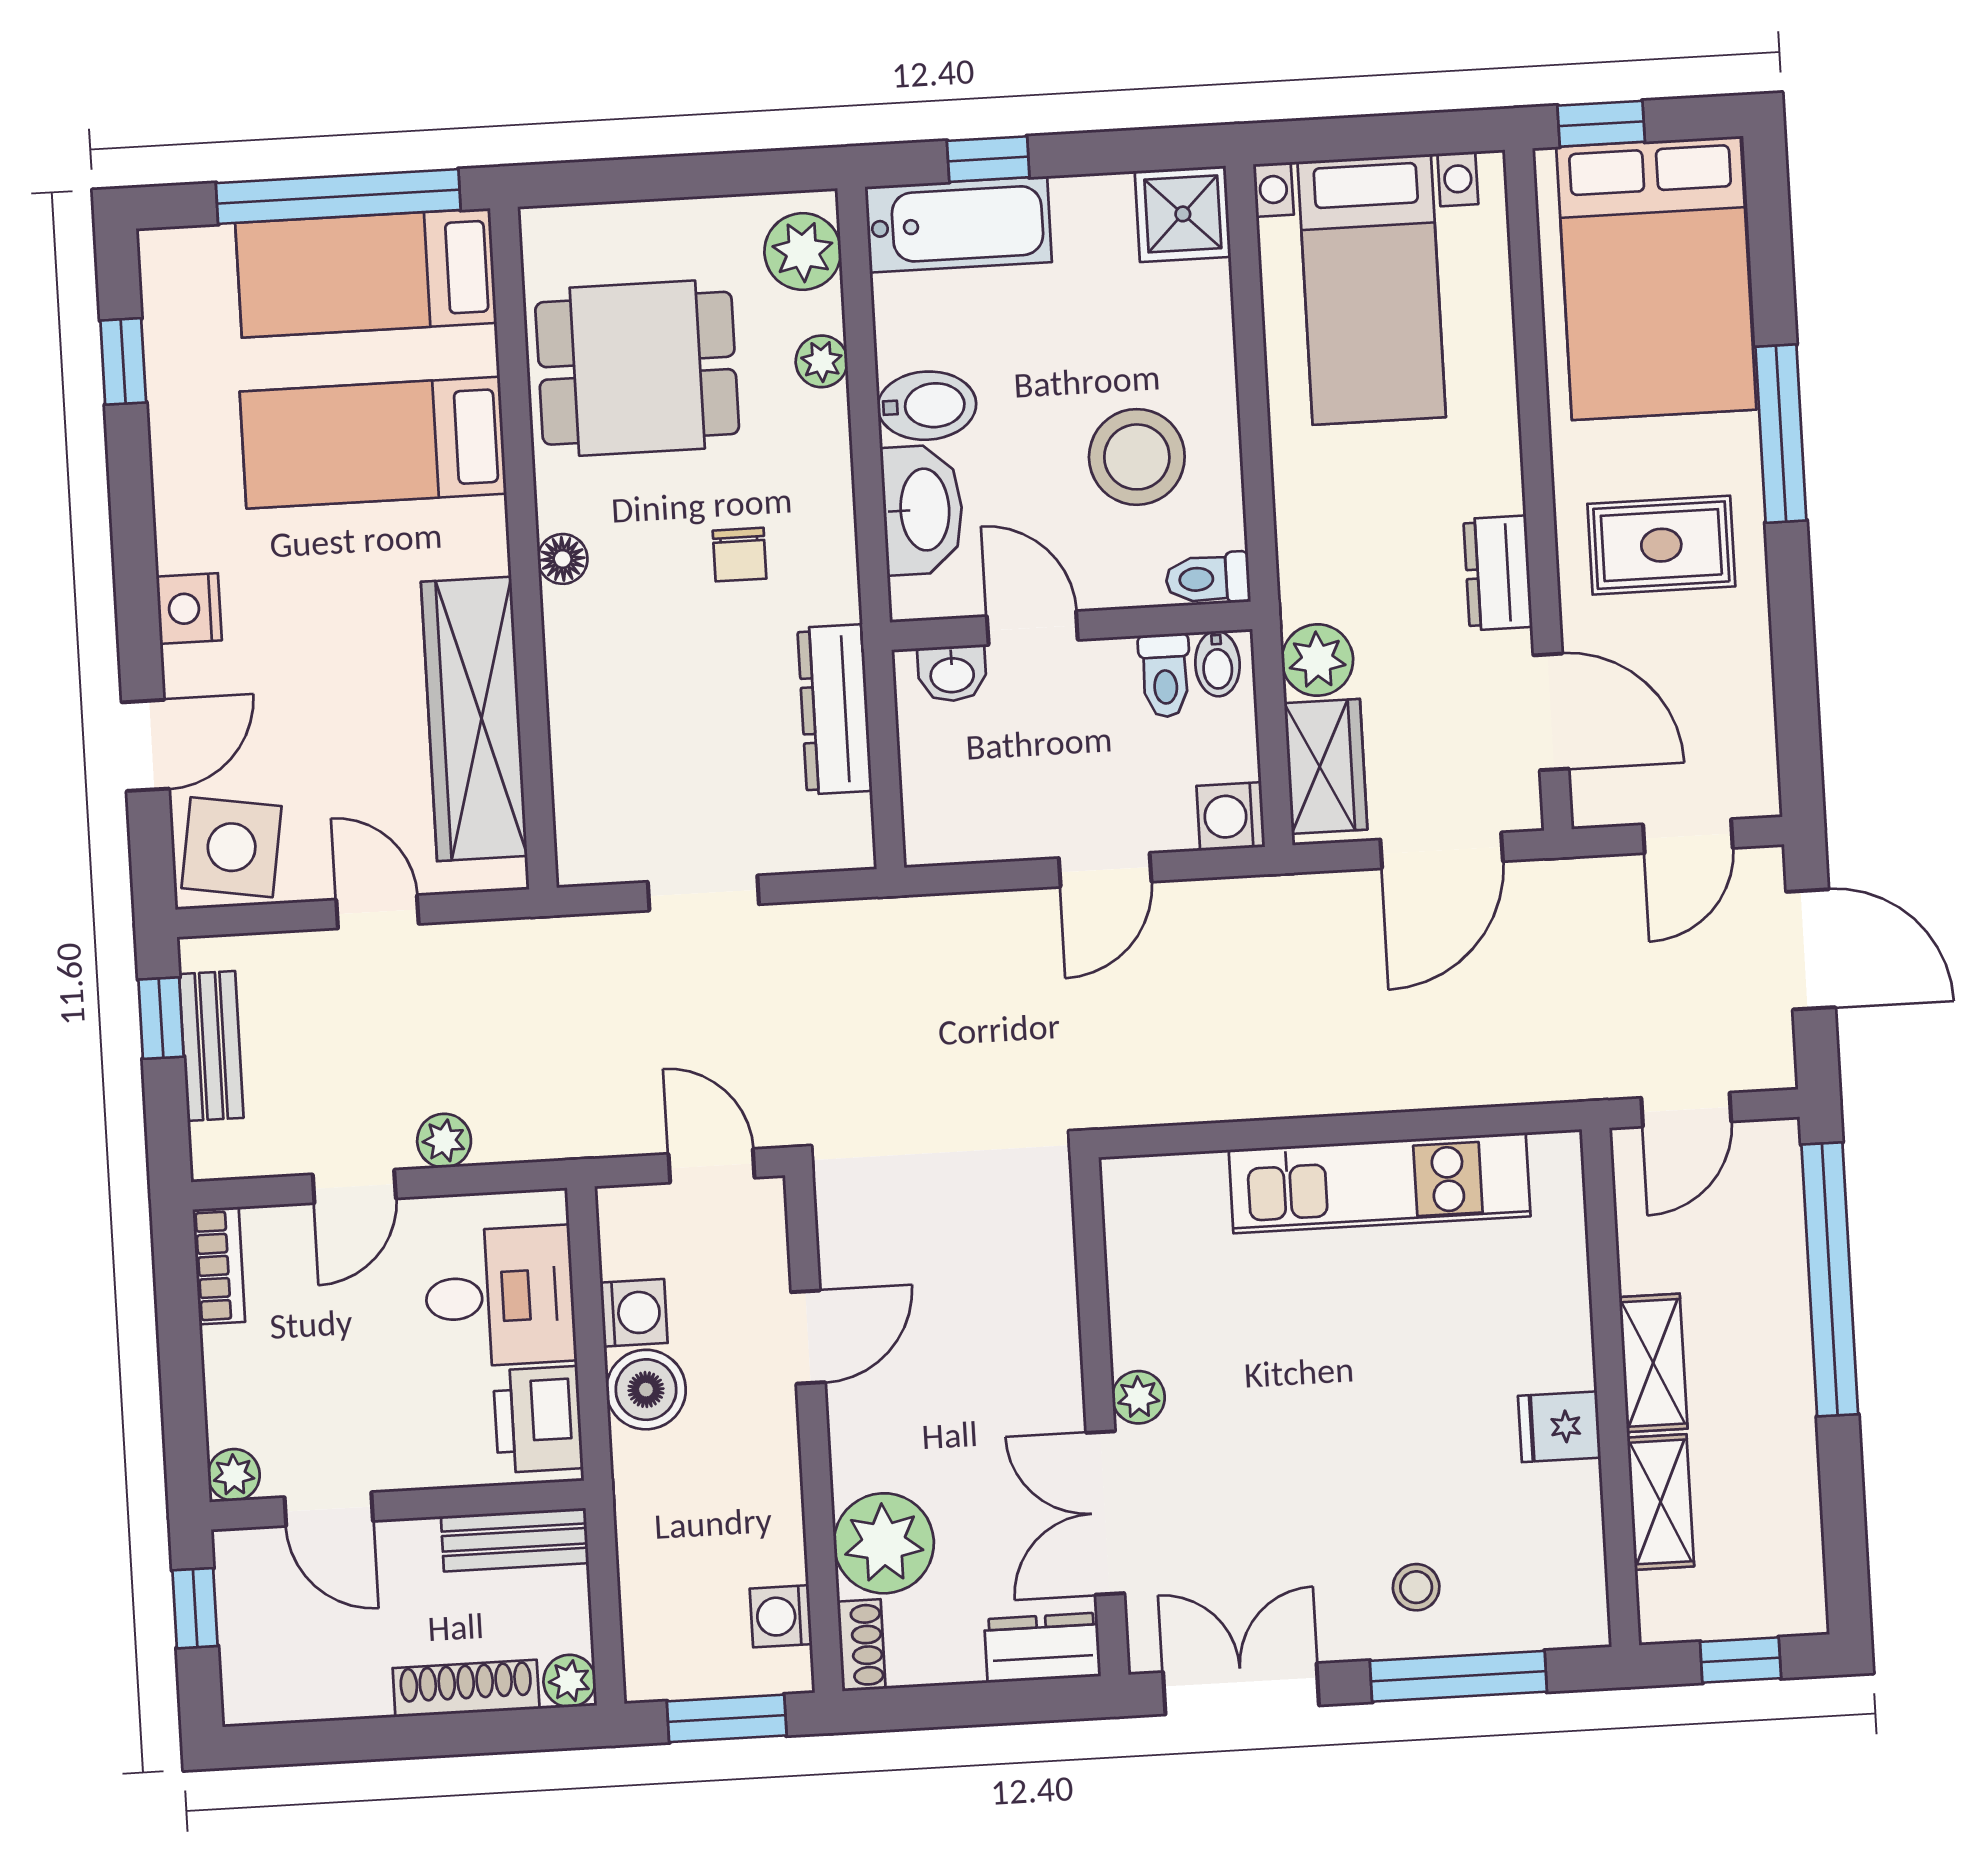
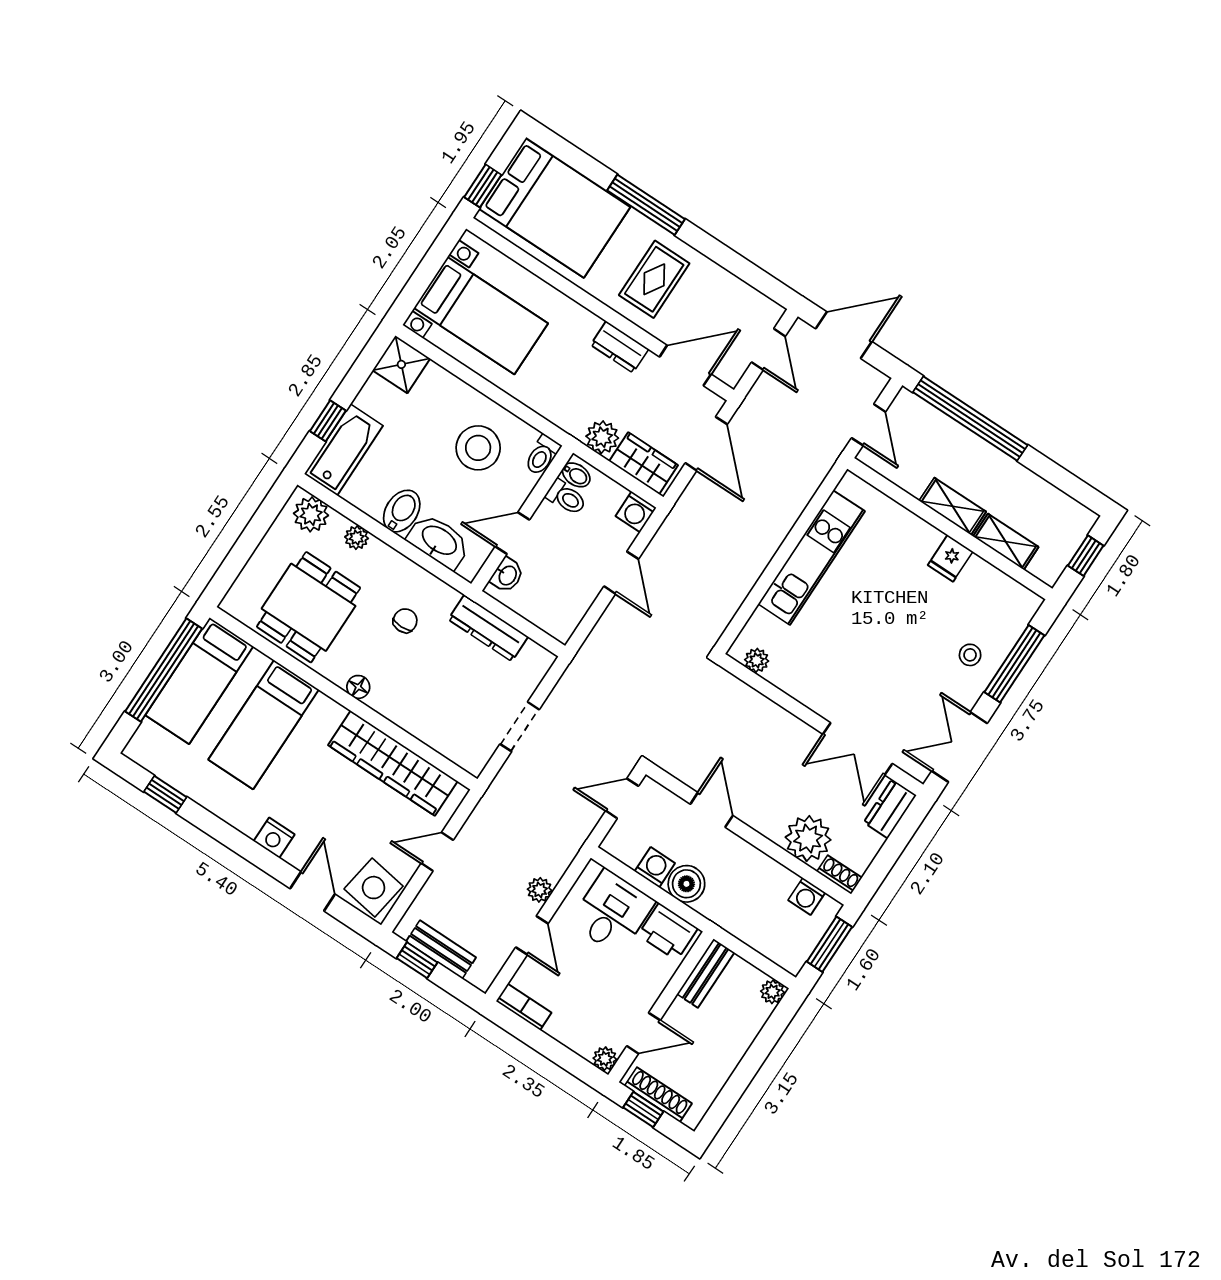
chair: (740, 555) -> (405, 621), turned -90
plant: (1138, 1397) -> (757, 660), moved
shoe rack: (466, 1688) -> (658, 1095), moved, turned 90

